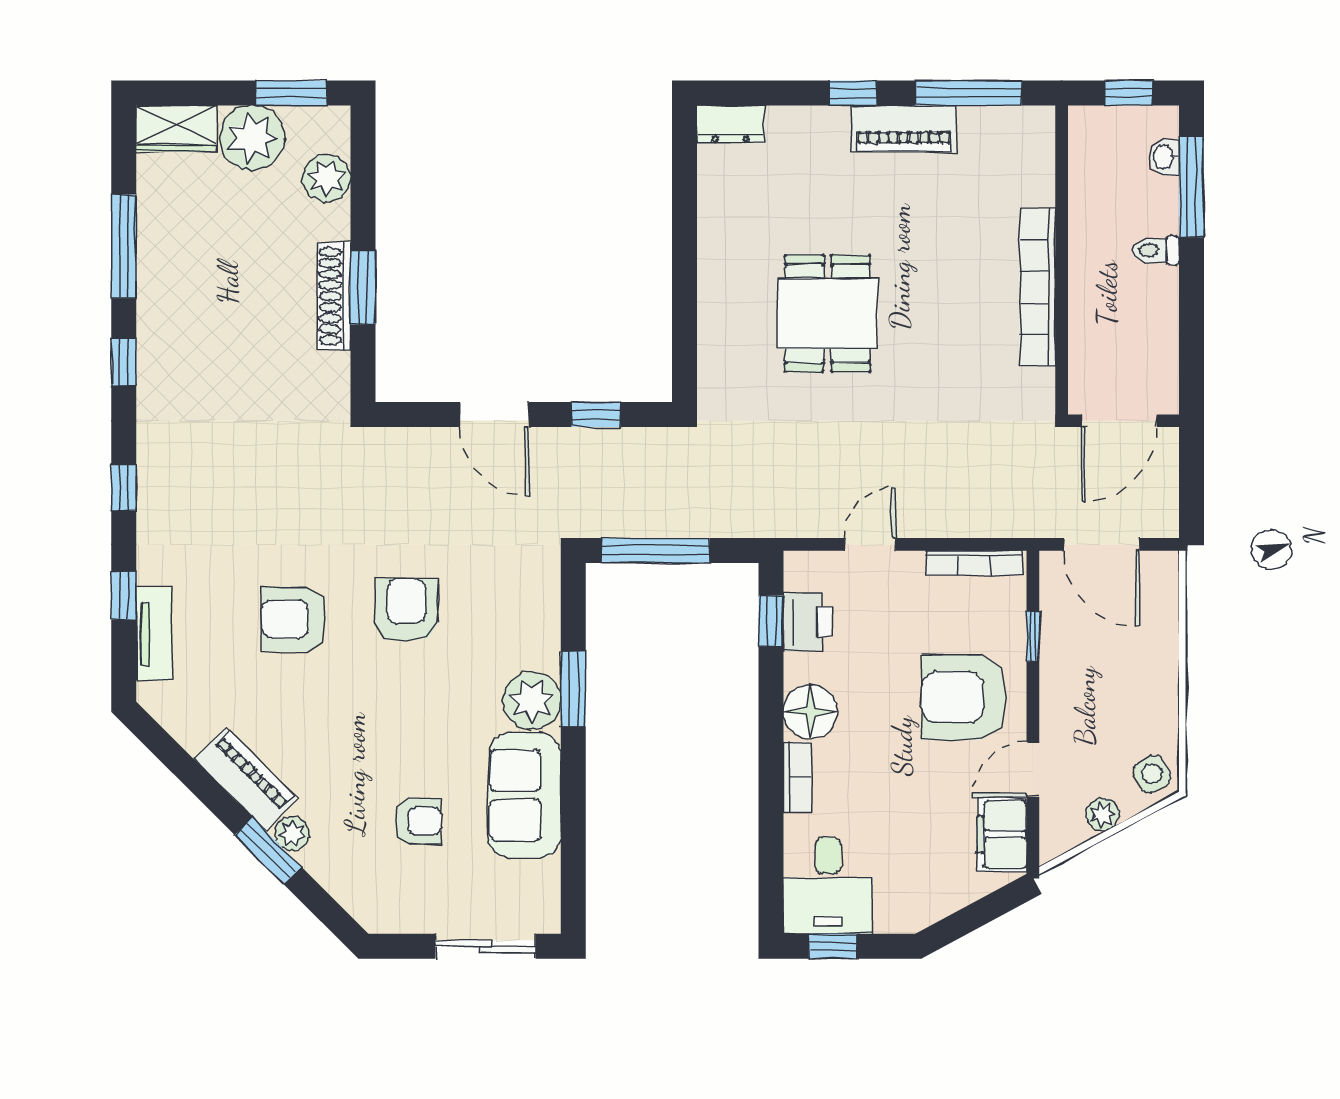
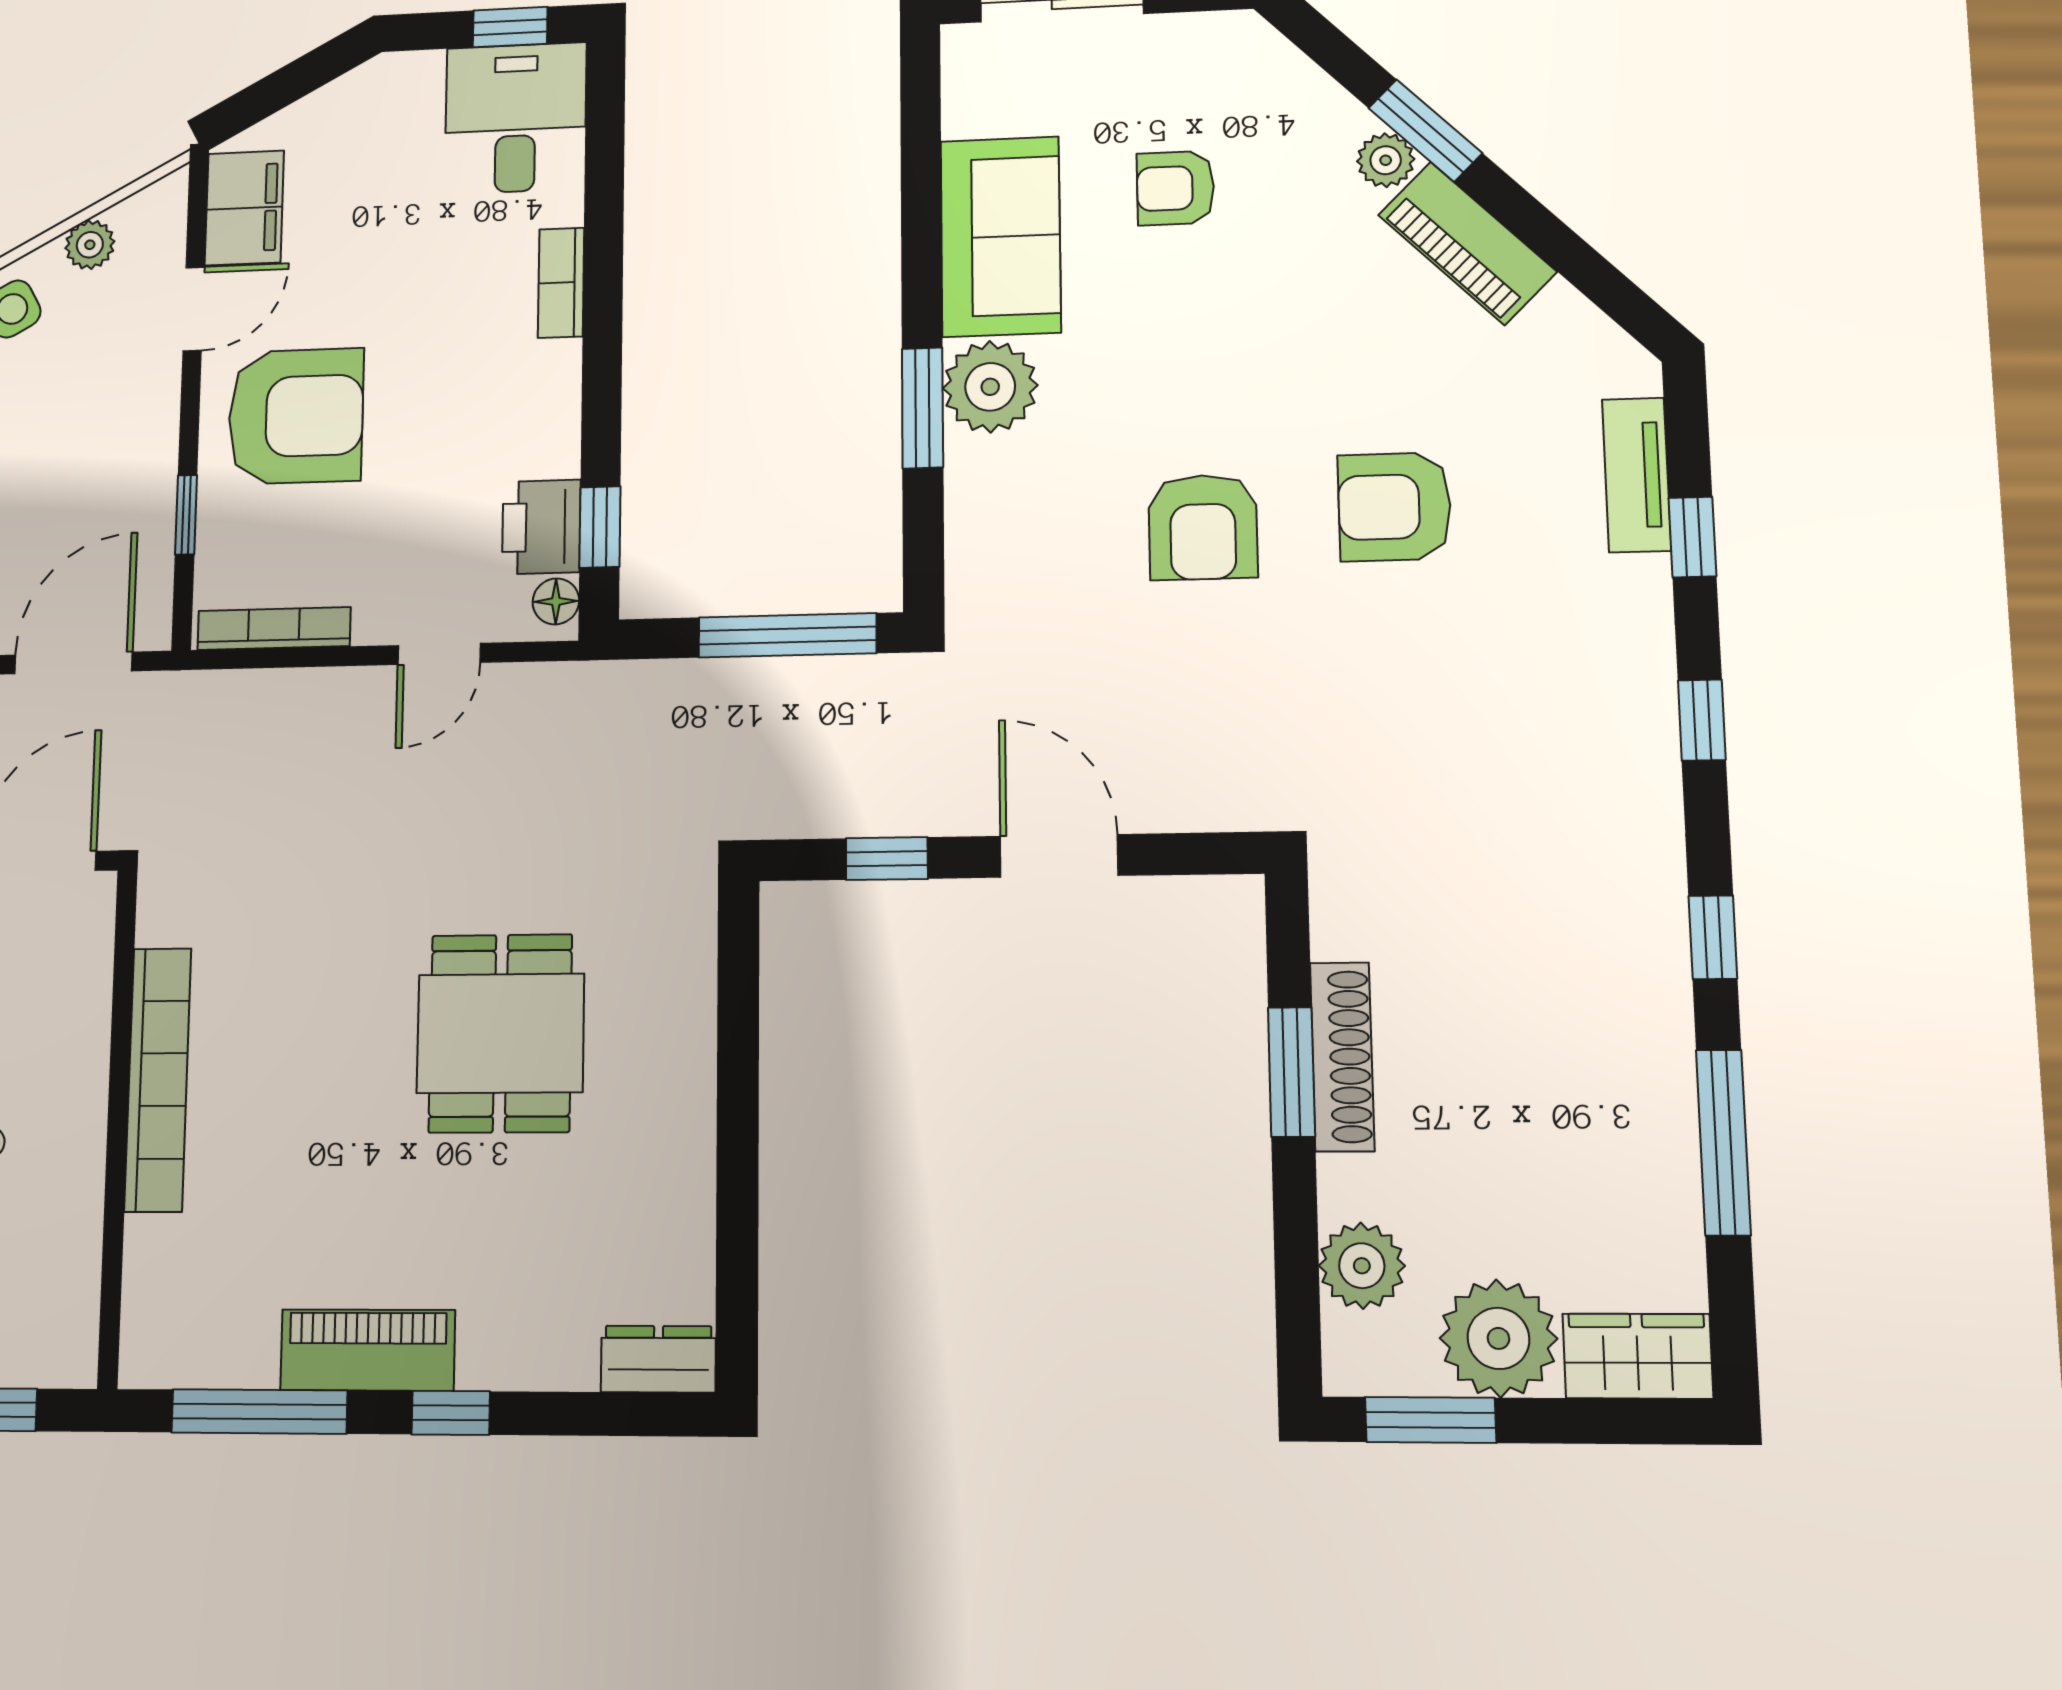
door: (1102, 544) -> (74, 663), hinge flipped
armchair: (294, 619) -> (1394, 507), turned 180
floor lamp: (810, 712) -> (556, 601), moved, width x0.53, depth x0.53

